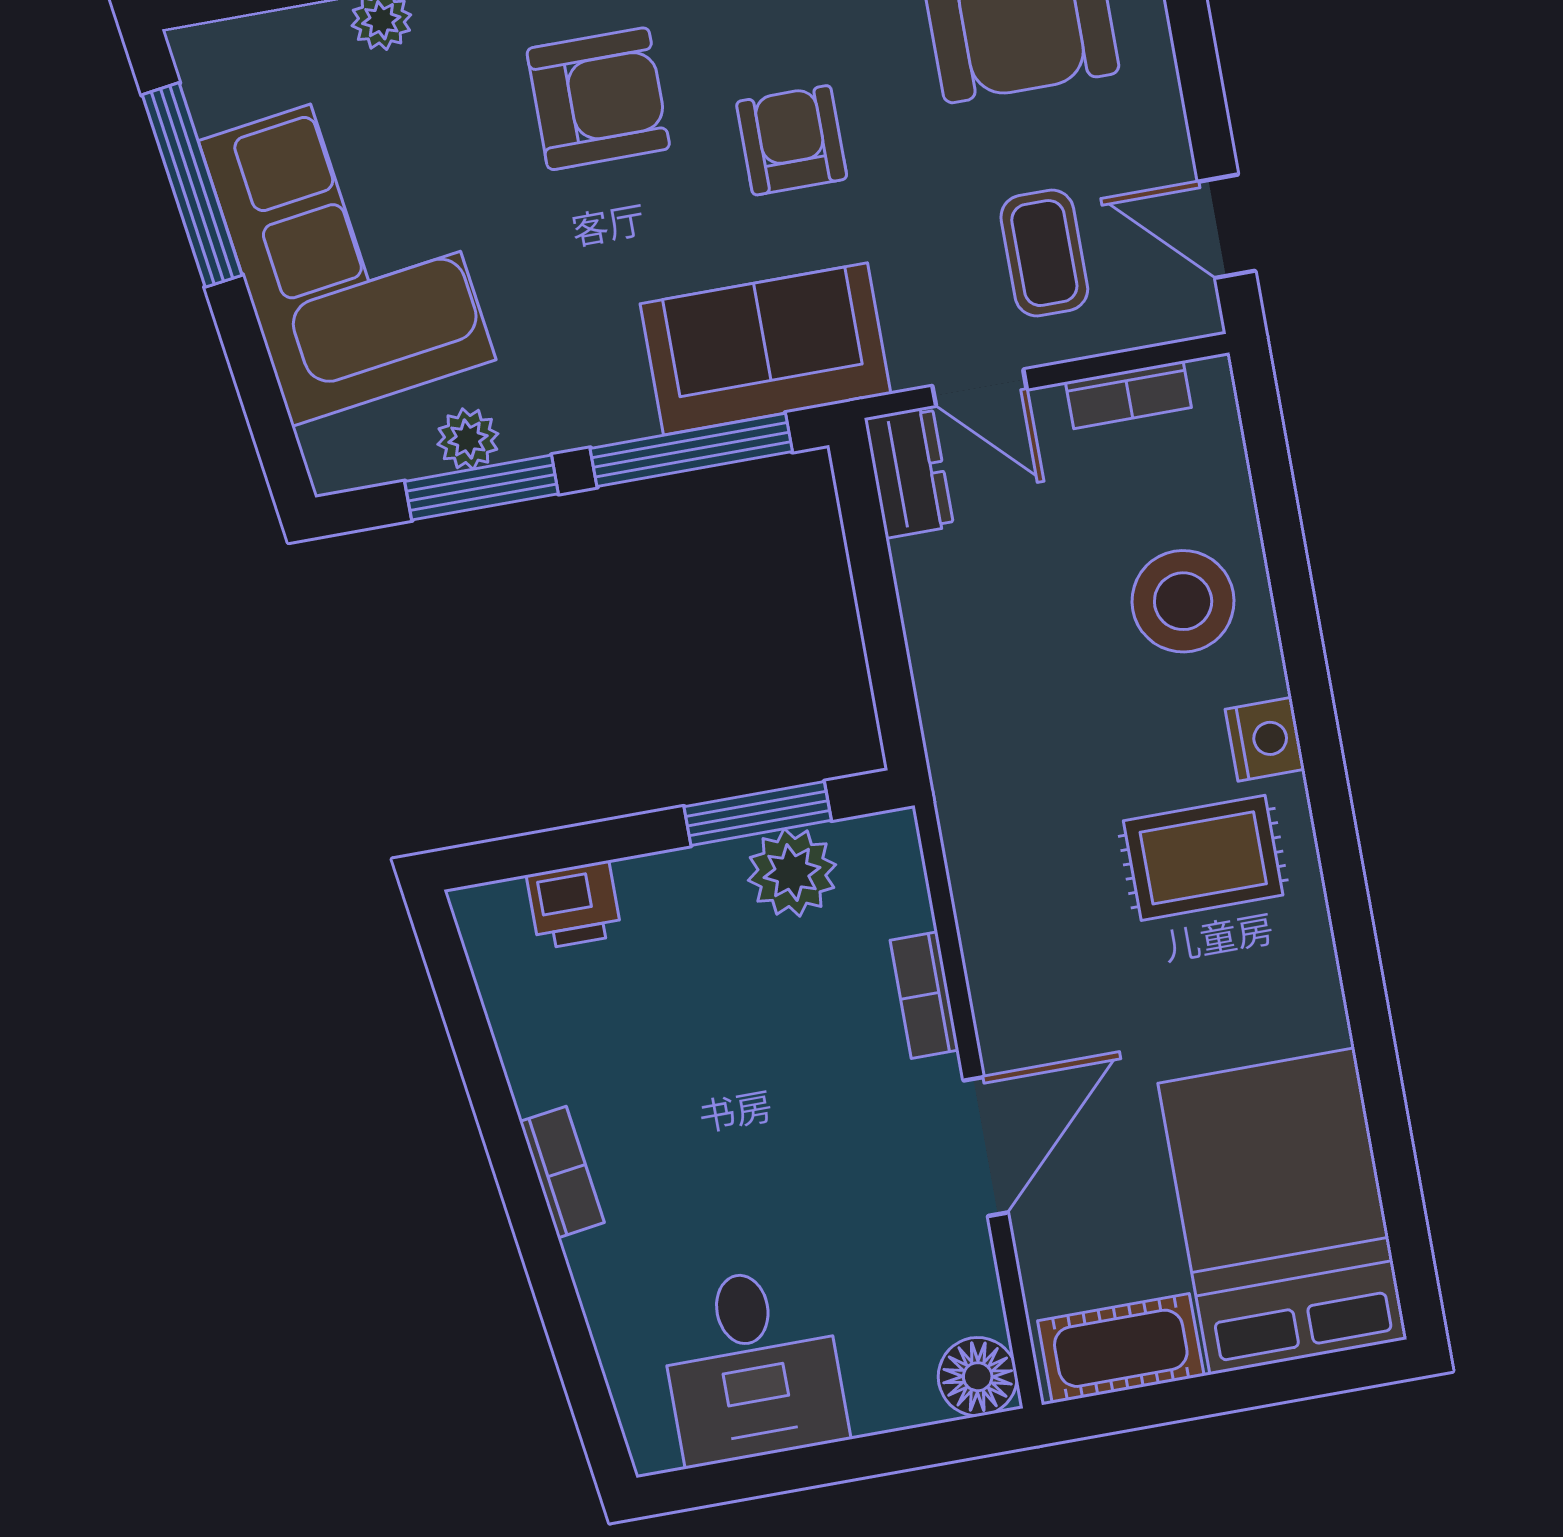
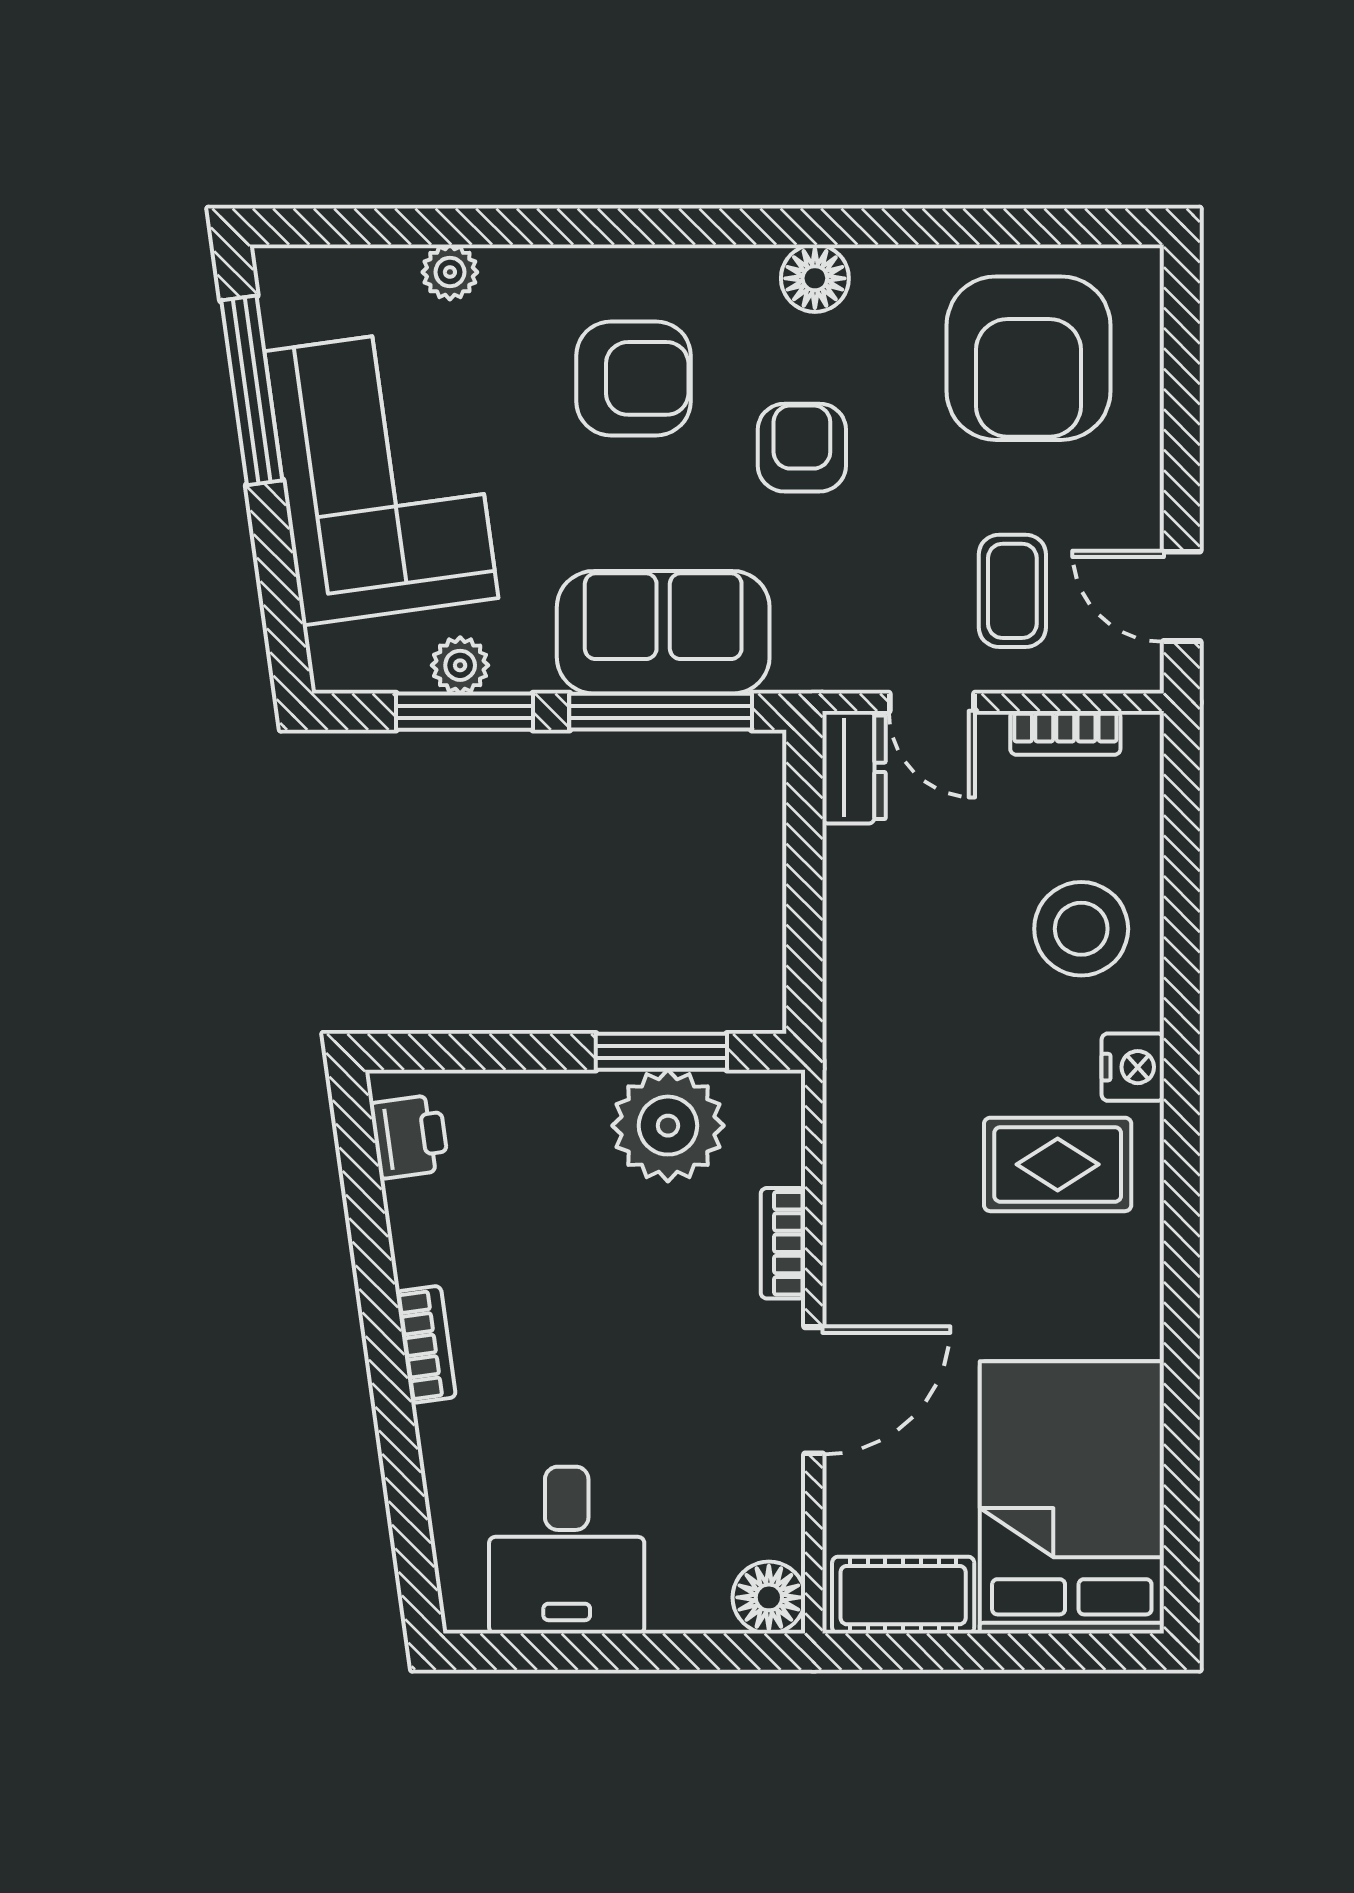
sofa: (765, 349) -> (663, 632), moved
plant: (792, 872) -> (668, 1126), width x1.36, depth x1.36
printer: (574, 905) -> (409, 1137), moved, turned -98

